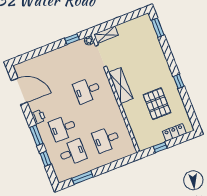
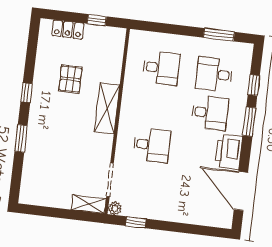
window: (158, 28) -> (21, 138), moved
shelving: (121, 85) -> (107, 108), moved
pallet: (157, 104) -> (70, 79), width x0.67, depth x0.71
printer: (39, 117) -> (229, 152), width x1.87, depth x1.48

